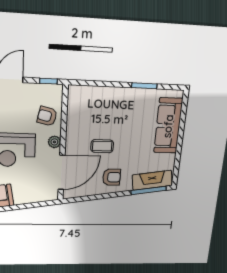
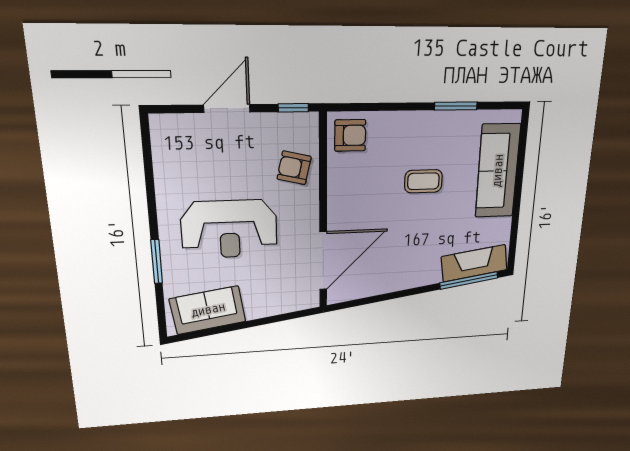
plant: (54, 142) -> (309, 211), removed
coffee table: (102, 146) -> (423, 181), moved
armchair: (112, 177) -> (350, 135), moved

